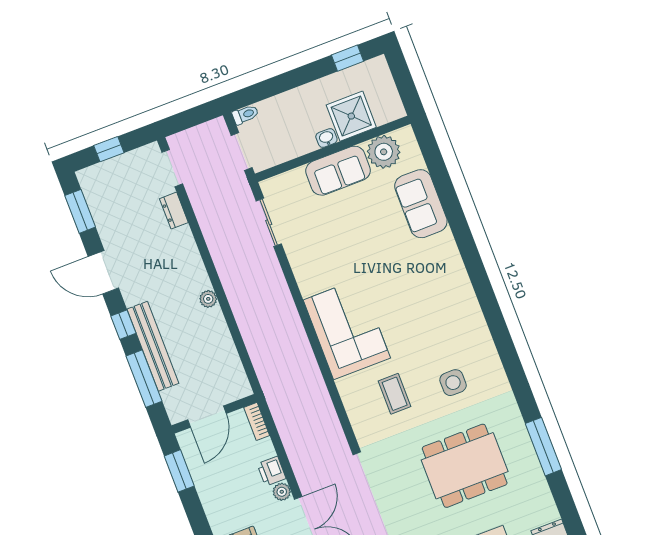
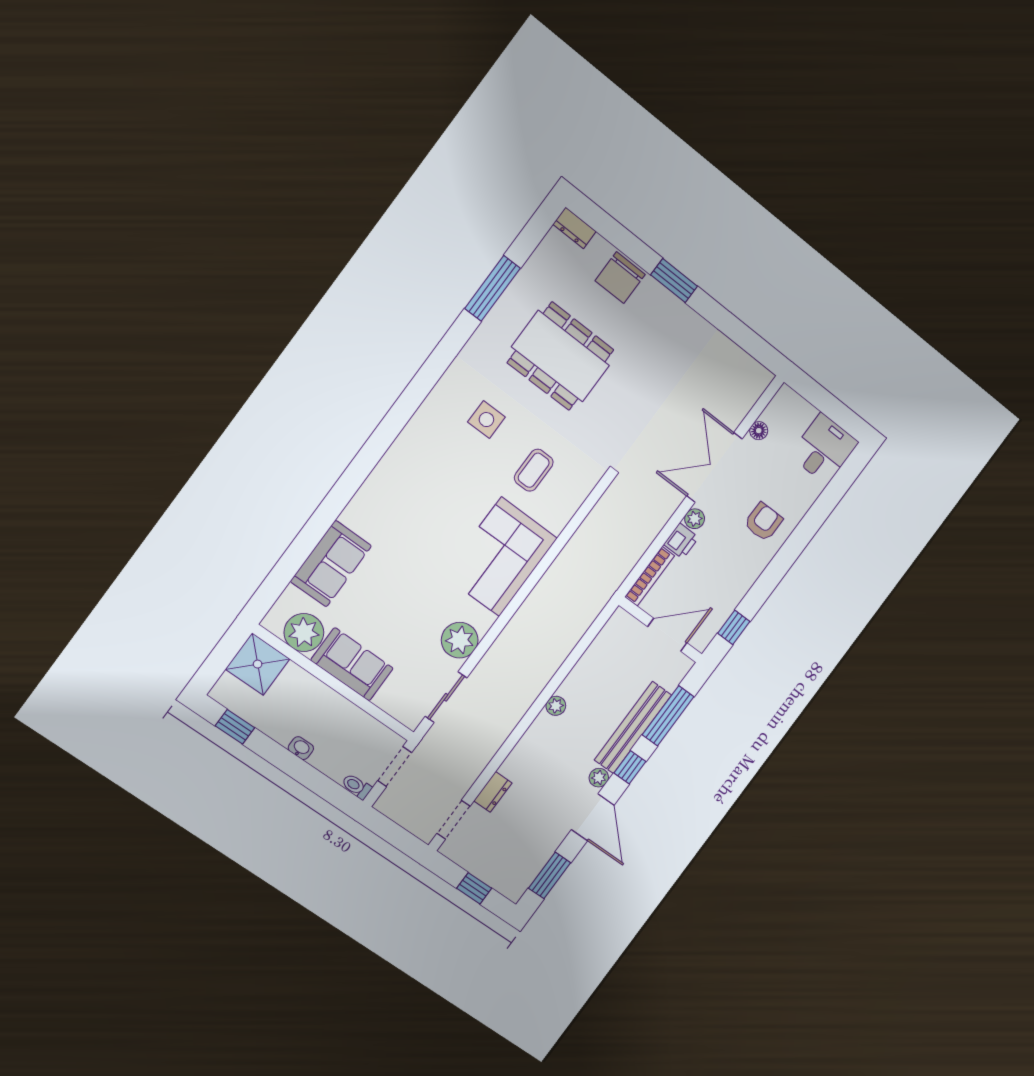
shower: (351, 116) -> (258, 664), moved
washbasin: (326, 138) -> (301, 748), moved, turned 180
plant: (305, 260) -> (460, 640), added
plant: (131, 296) -> (599, 778), added
bookcase: (257, 421) -> (650, 576), width x1.56
window: (179, 471) -> (734, 627), width x0.67

